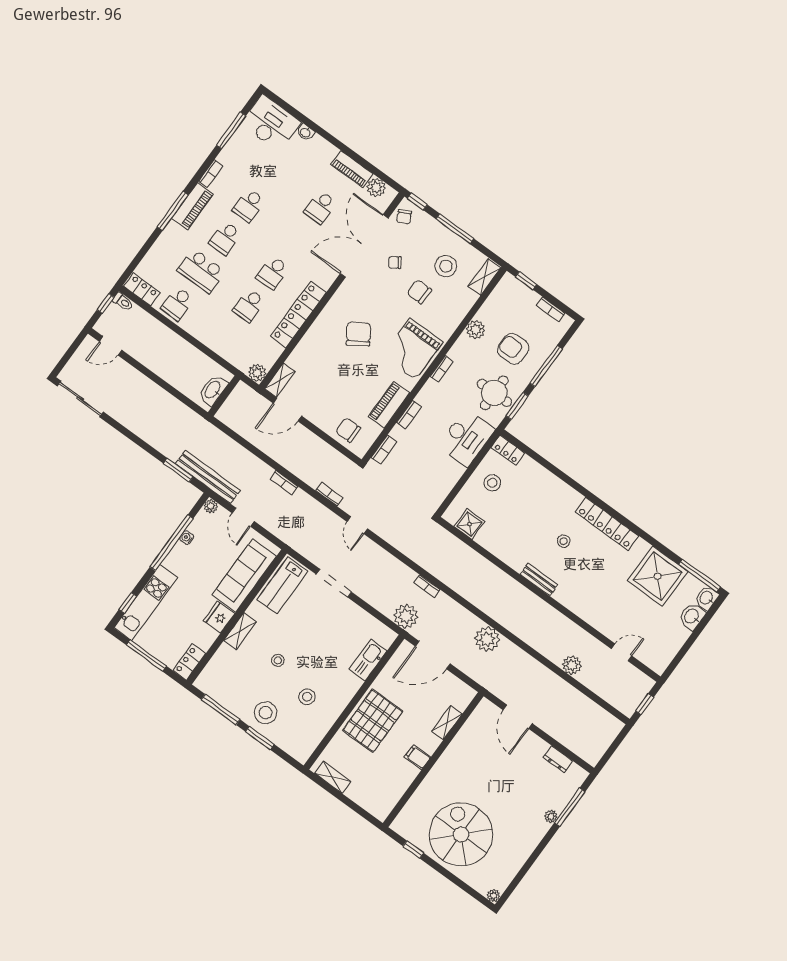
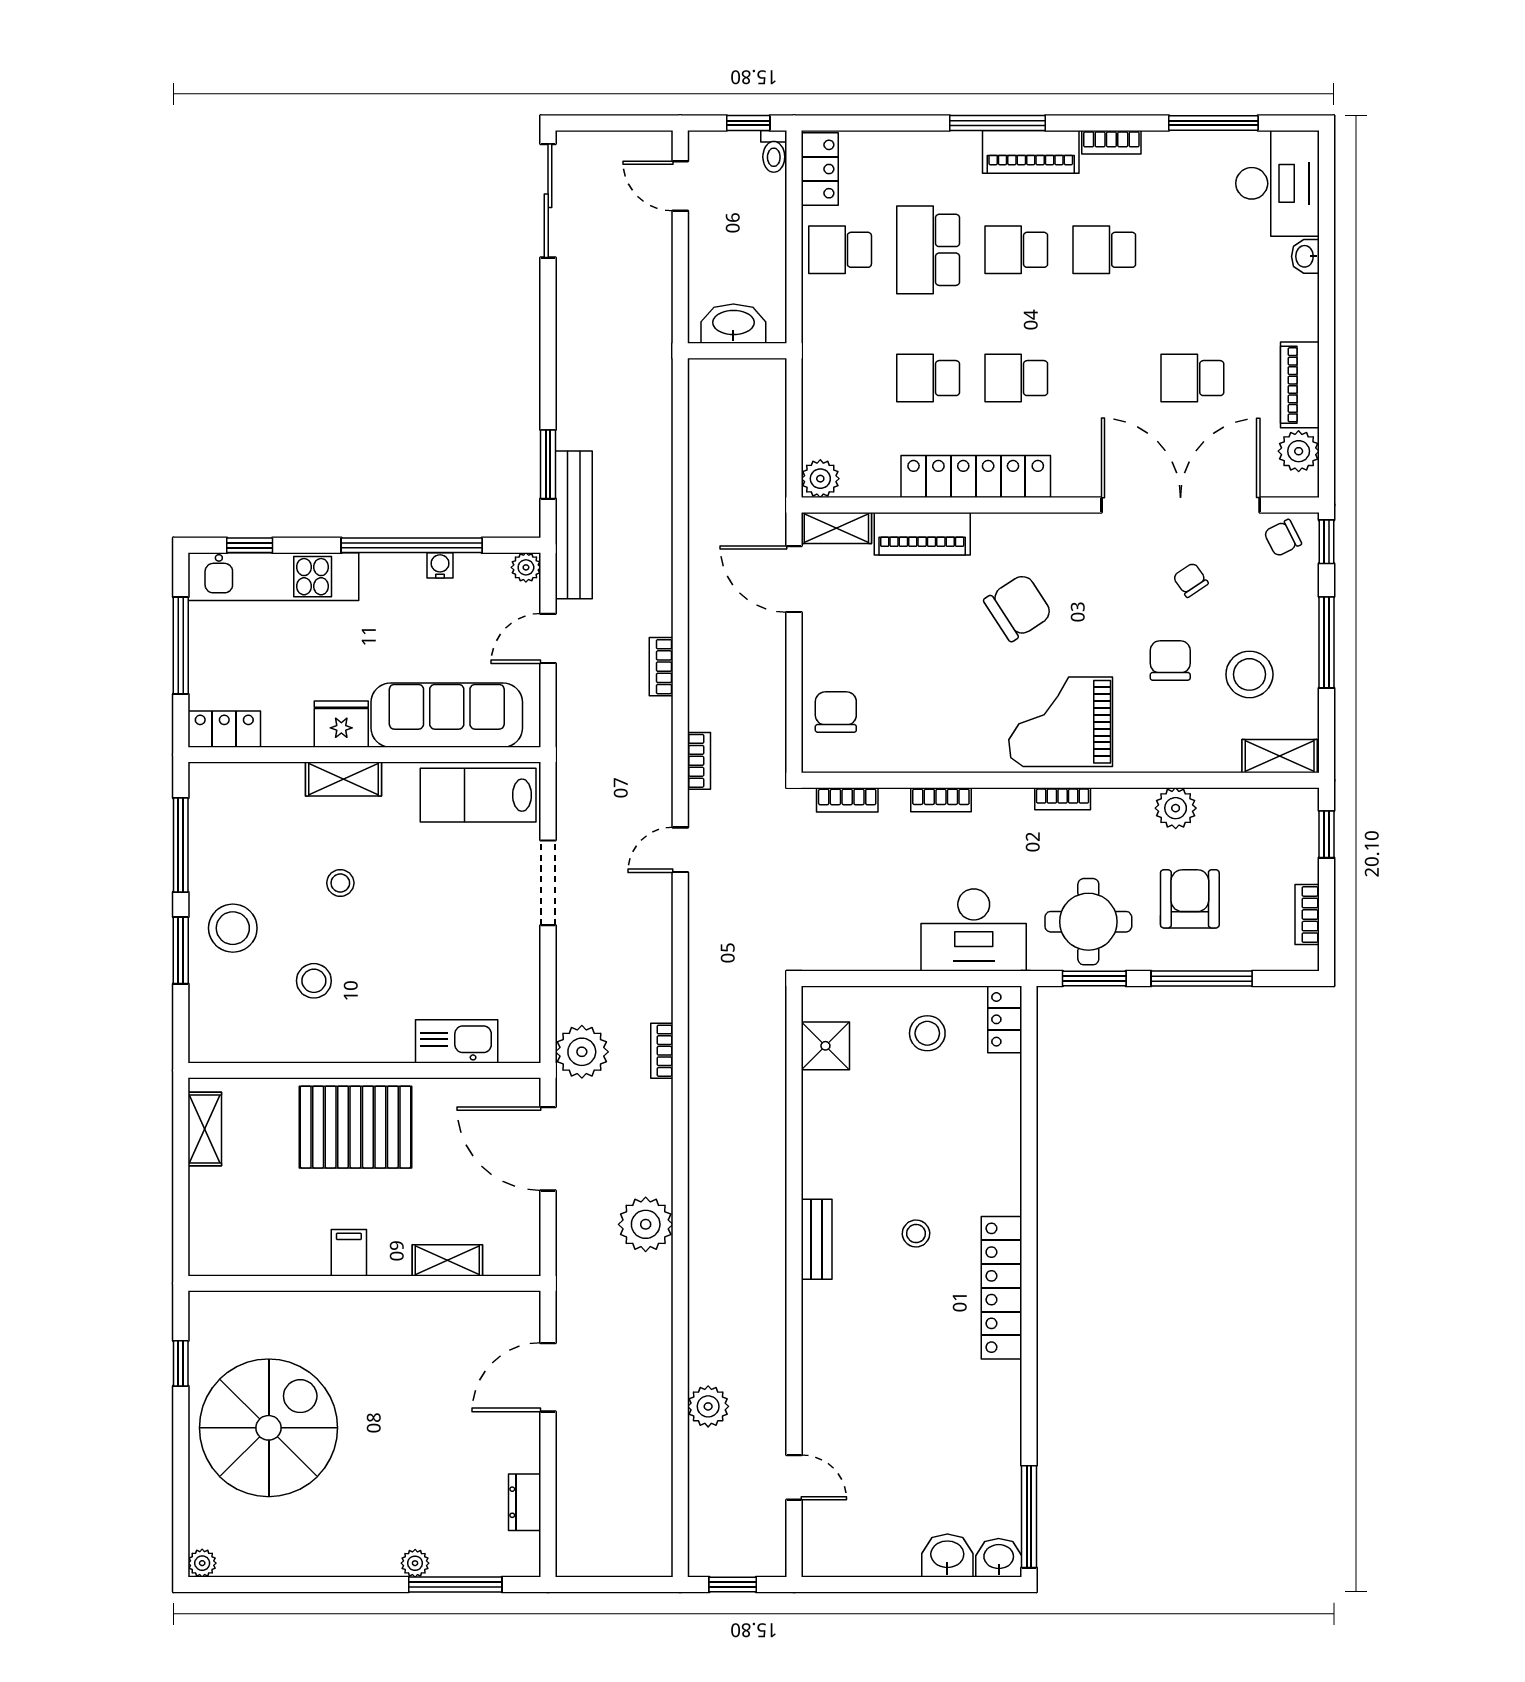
washbasin: (213, 390) -> (733, 324), moved
wall: (224, 396) -> (737, 351), moved
piano: (389, 405) -> (922, 534), moved, turned 180
shower: (658, 576) -> (974, 1444), removed

